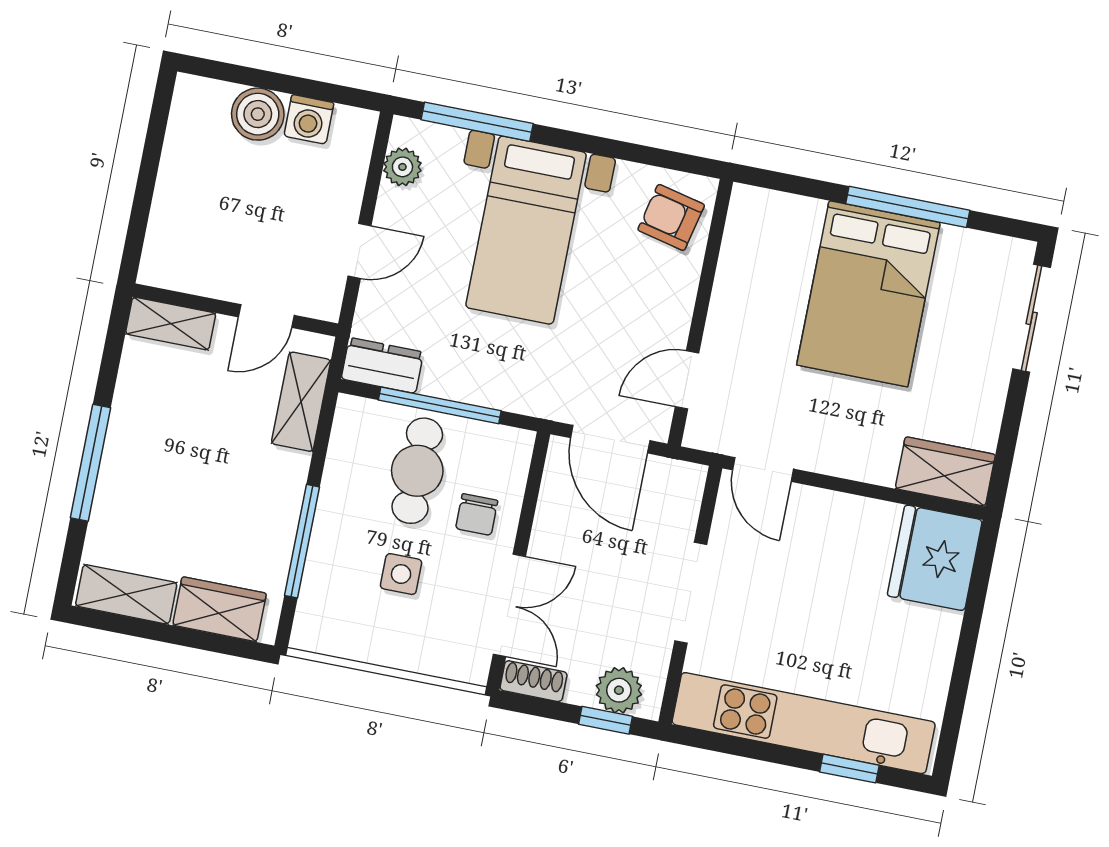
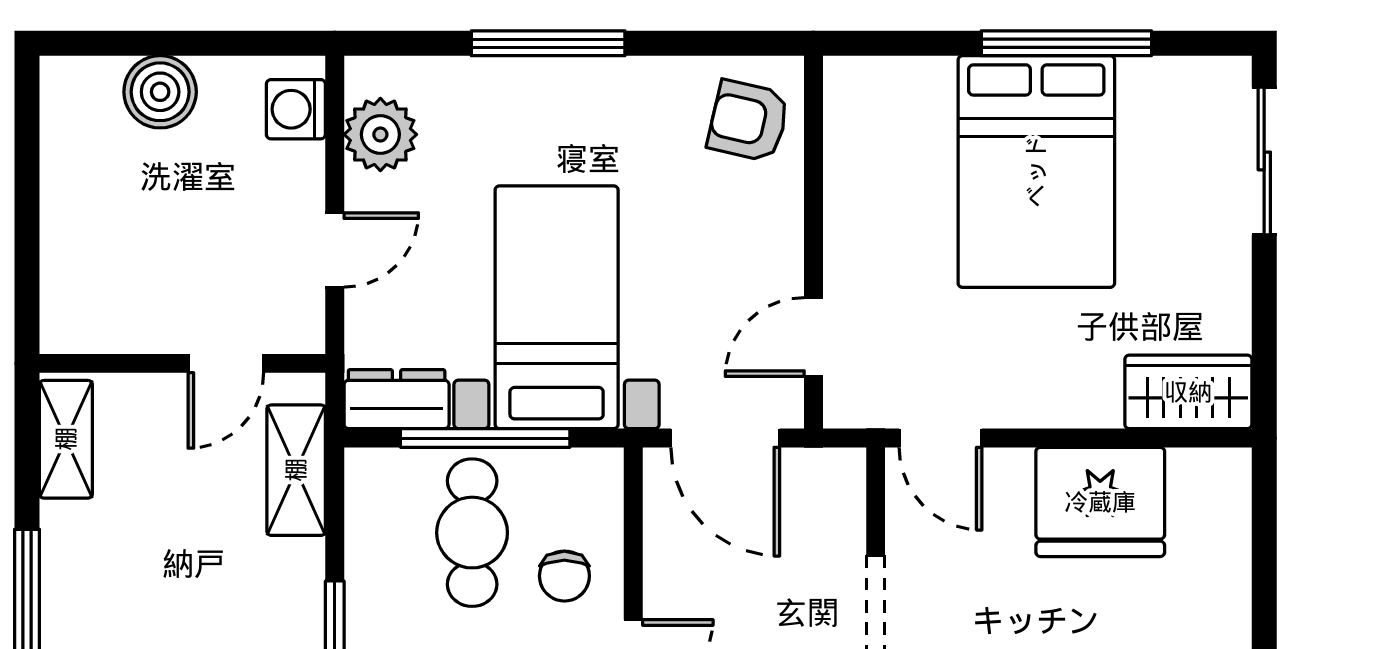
washing machine: (309, 119) -> (296, 109), moved, turned 90
window: (477, 122) -> (548, 43), moved
plant: (402, 167) -> (380, 134), width x1.38, depth x1.38
bed with nightstands: (526, 230) -> (557, 307), moved, turned 180
shelving: (171, 324) -> (66, 439), moved, turned 90
fridge: (935, 558) -> (1100, 502), moved, turned -90

